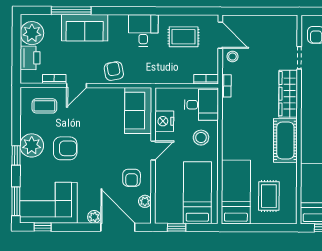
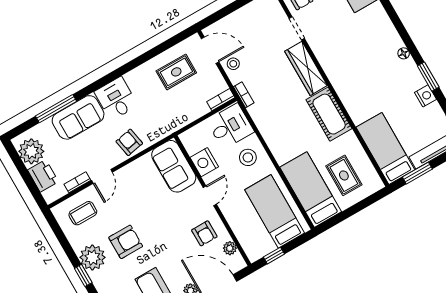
desk: (143, 30) -> (116, 99), moved

